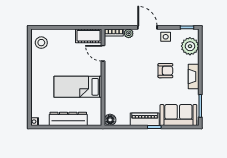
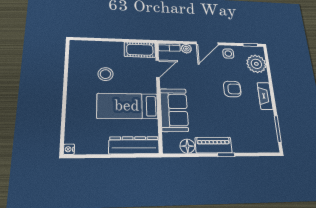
door: (147, 27) -> (207, 43), swing flipped
stool: (41, 43) -> (105, 74), moved
door: (103, 53) -> (158, 69), swing flipped
sofa: (178, 115) -> (174, 110), moved, turned 90
dresser: (68, 119) -> (134, 145), moved
floor lamp: (110, 120) -> (187, 146), moved

